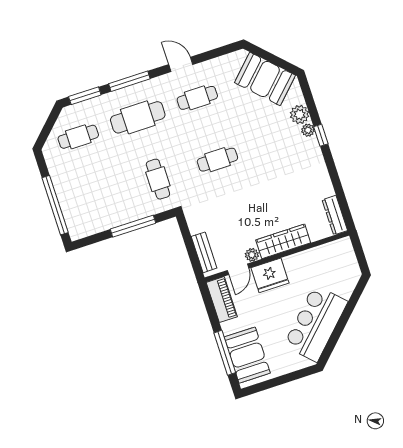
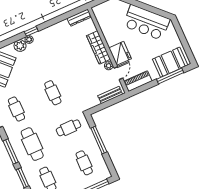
cafe table: (98, 199) -> (84, 163), added
door: (238, 269) -> (118, 73), hinge flipped

